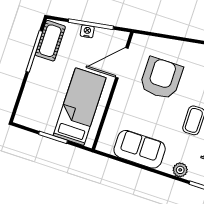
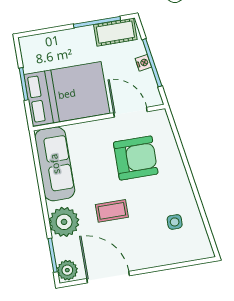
bed: (80, 107) -> (67, 94), width x1.50
sofa: (140, 149) -> (55, 164), width x1.36
plant: (180, 170) -> (64, 222), width x1.87, depth x1.87

